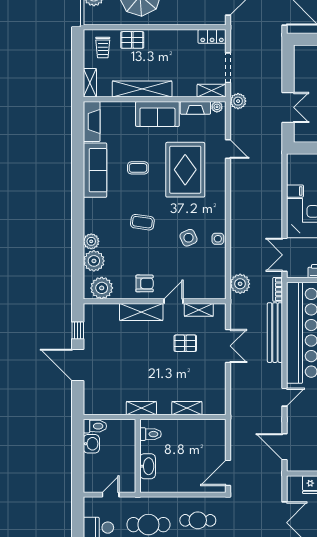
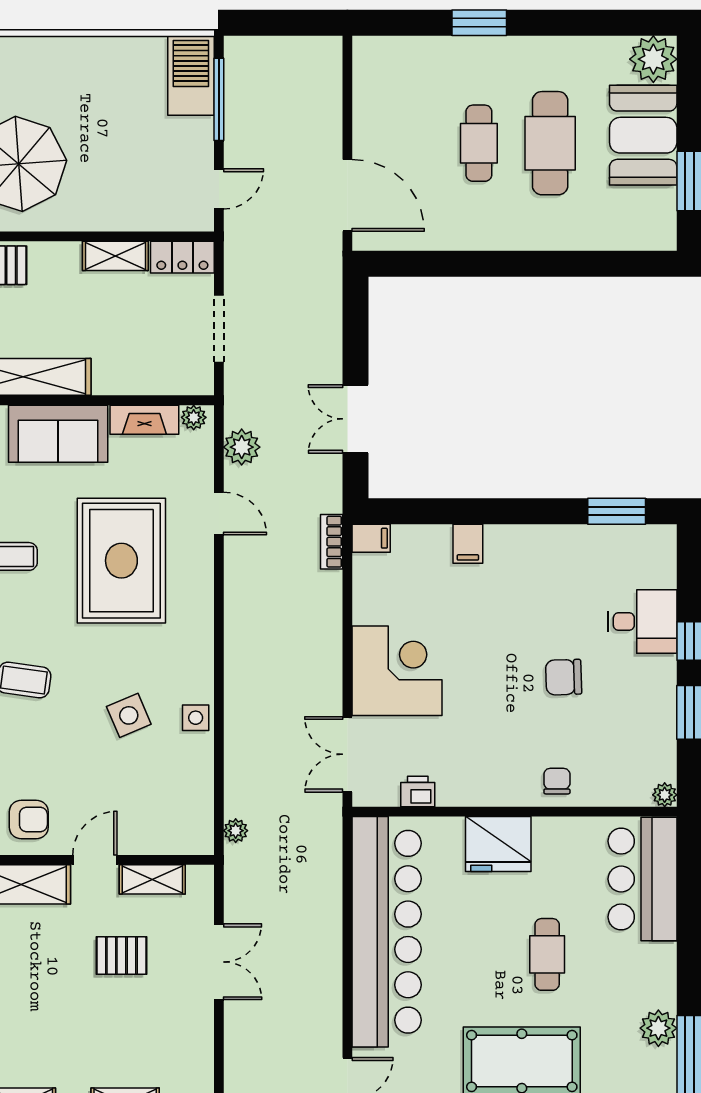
shelving: (212, 91) -> (115, 256), moved
plant: (238, 101) -> (242, 447), moved
double door: (288, 107) -> (355, 419), swing flipped
filing cabinet: (295, 191) -> (371, 538), moved
plant: (240, 284) -> (236, 831), width x0.53, depth x0.53
bookcase: (278, 289) -> (332, 542), moved
bench: (275, 333) -> (326, 931), removed

